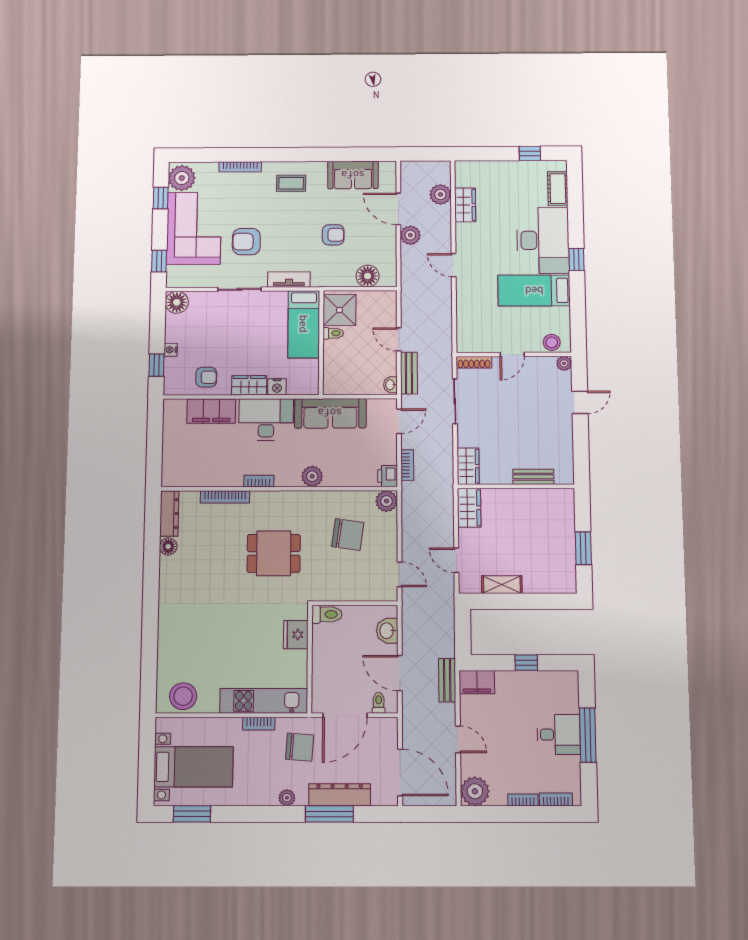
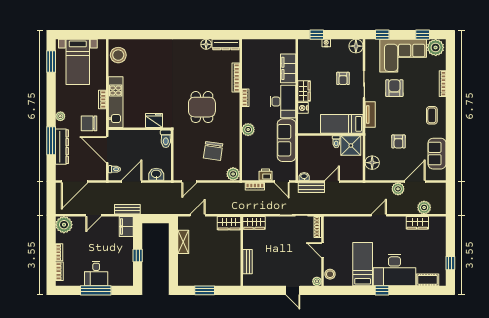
armchair: (206, 377) -> (343, 78), moved
printer: (388, 476) -> (265, 175), moved
chair: (300, 747) -> (89, 123), turned 86

